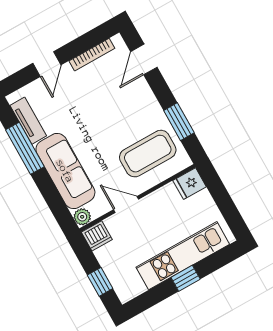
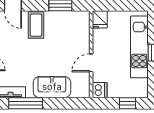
coffee table: (148, 154) -> (36, 25), moved, width x0.73, depth x0.76
sofa: (65, 171) -> (52, 87), width x0.73
plant: (82, 217) -> (84, 92), removed

